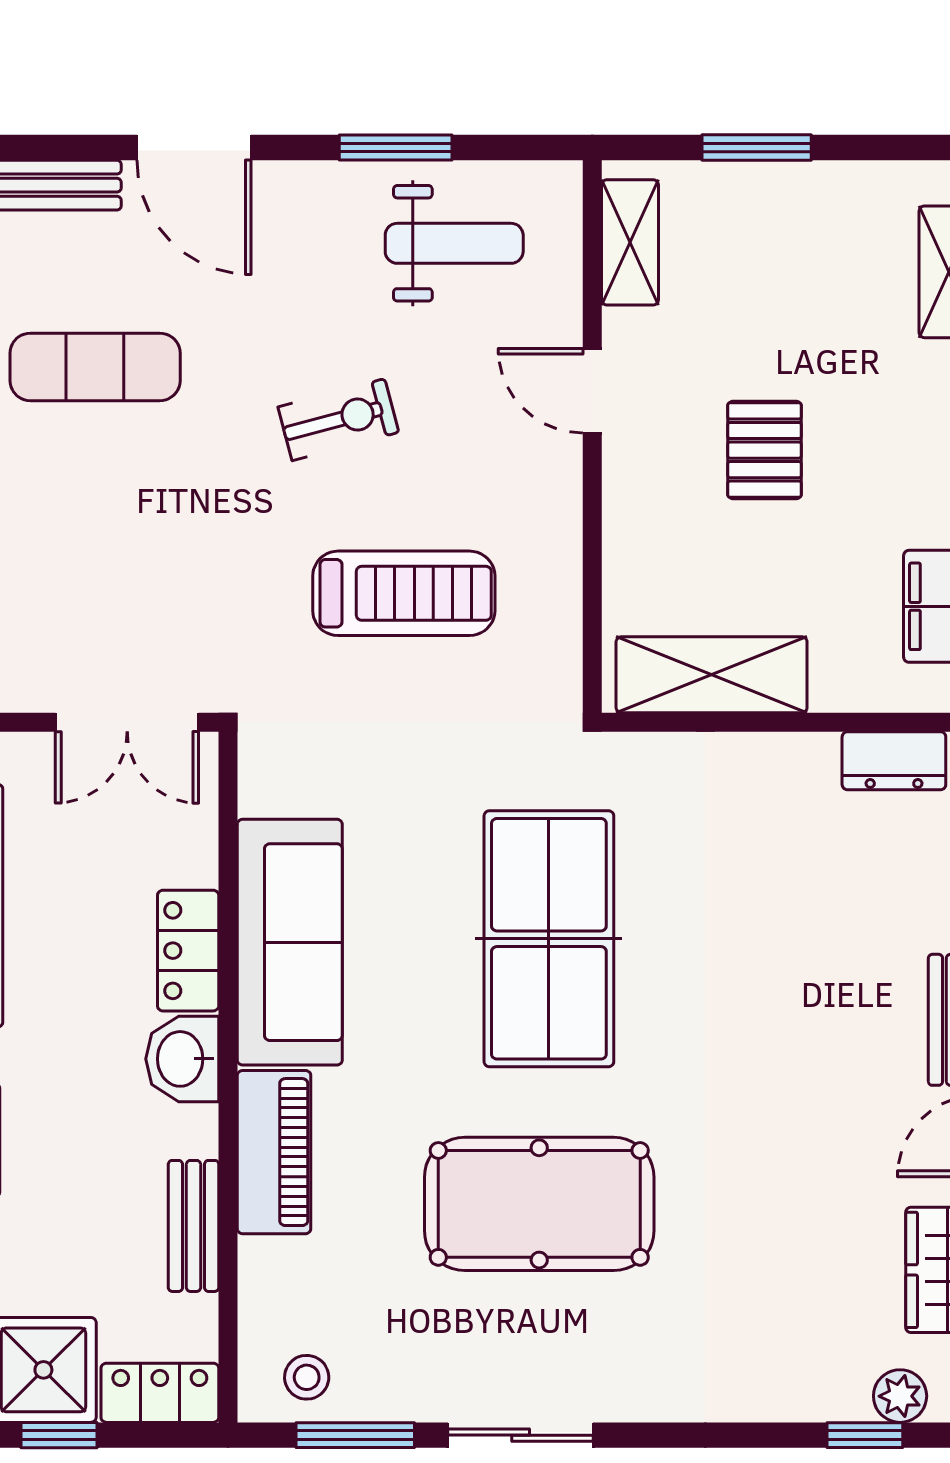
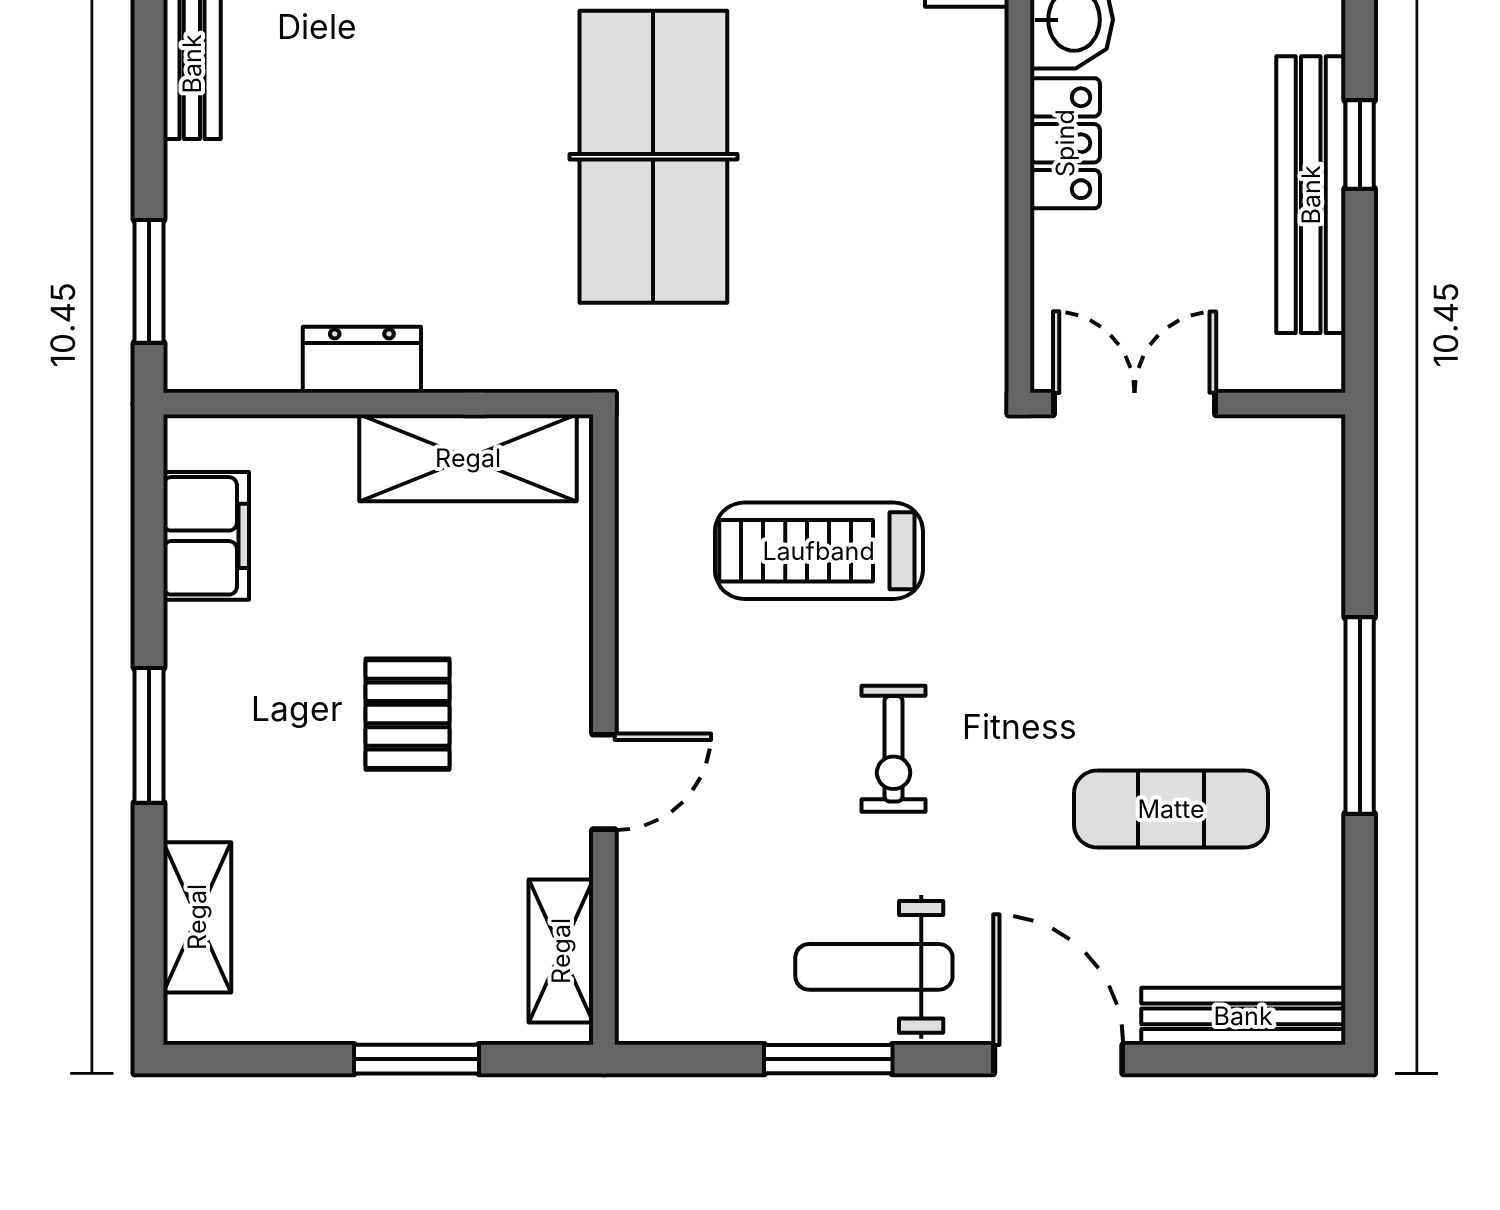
weight bench: (454, 243) -> (874, 967), moved
door: (592, 391) -> (604, 782), hinge flipped
exercise bike: (338, 420) -> (894, 749), turned -75
dresser: (894, 761) -> (362, 360), moved
sofa: (290, 942) -> (949, 153), removed

